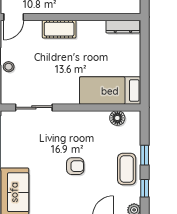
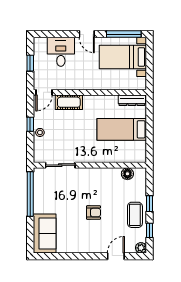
cot: (59, 29) -> (69, 102), moved
bed: (110, 91) -> (122, 129), moved

